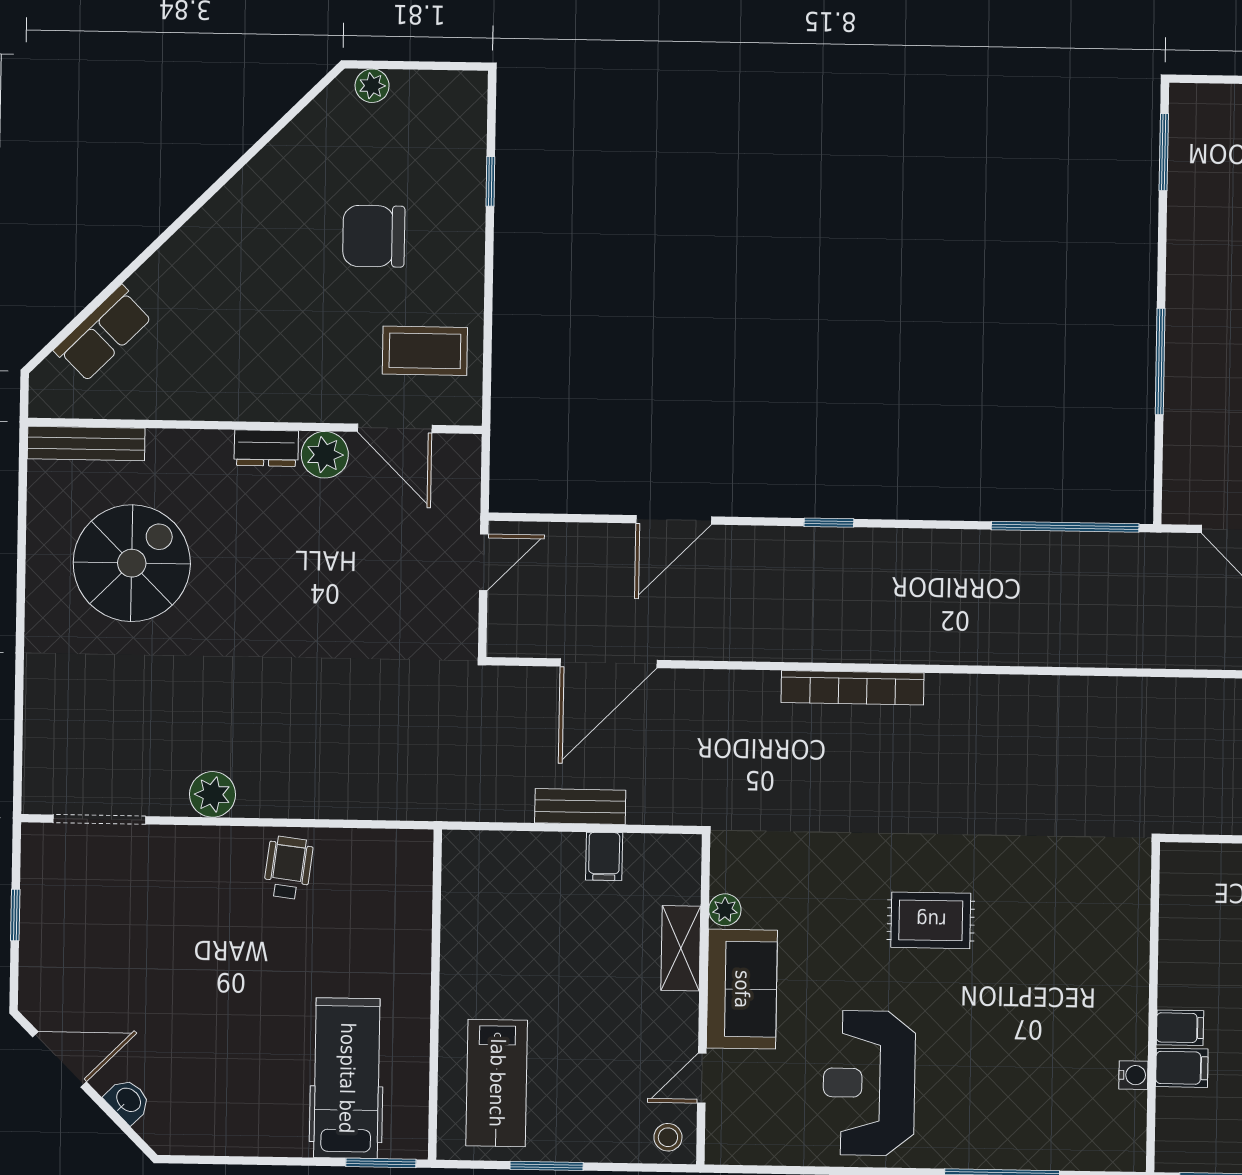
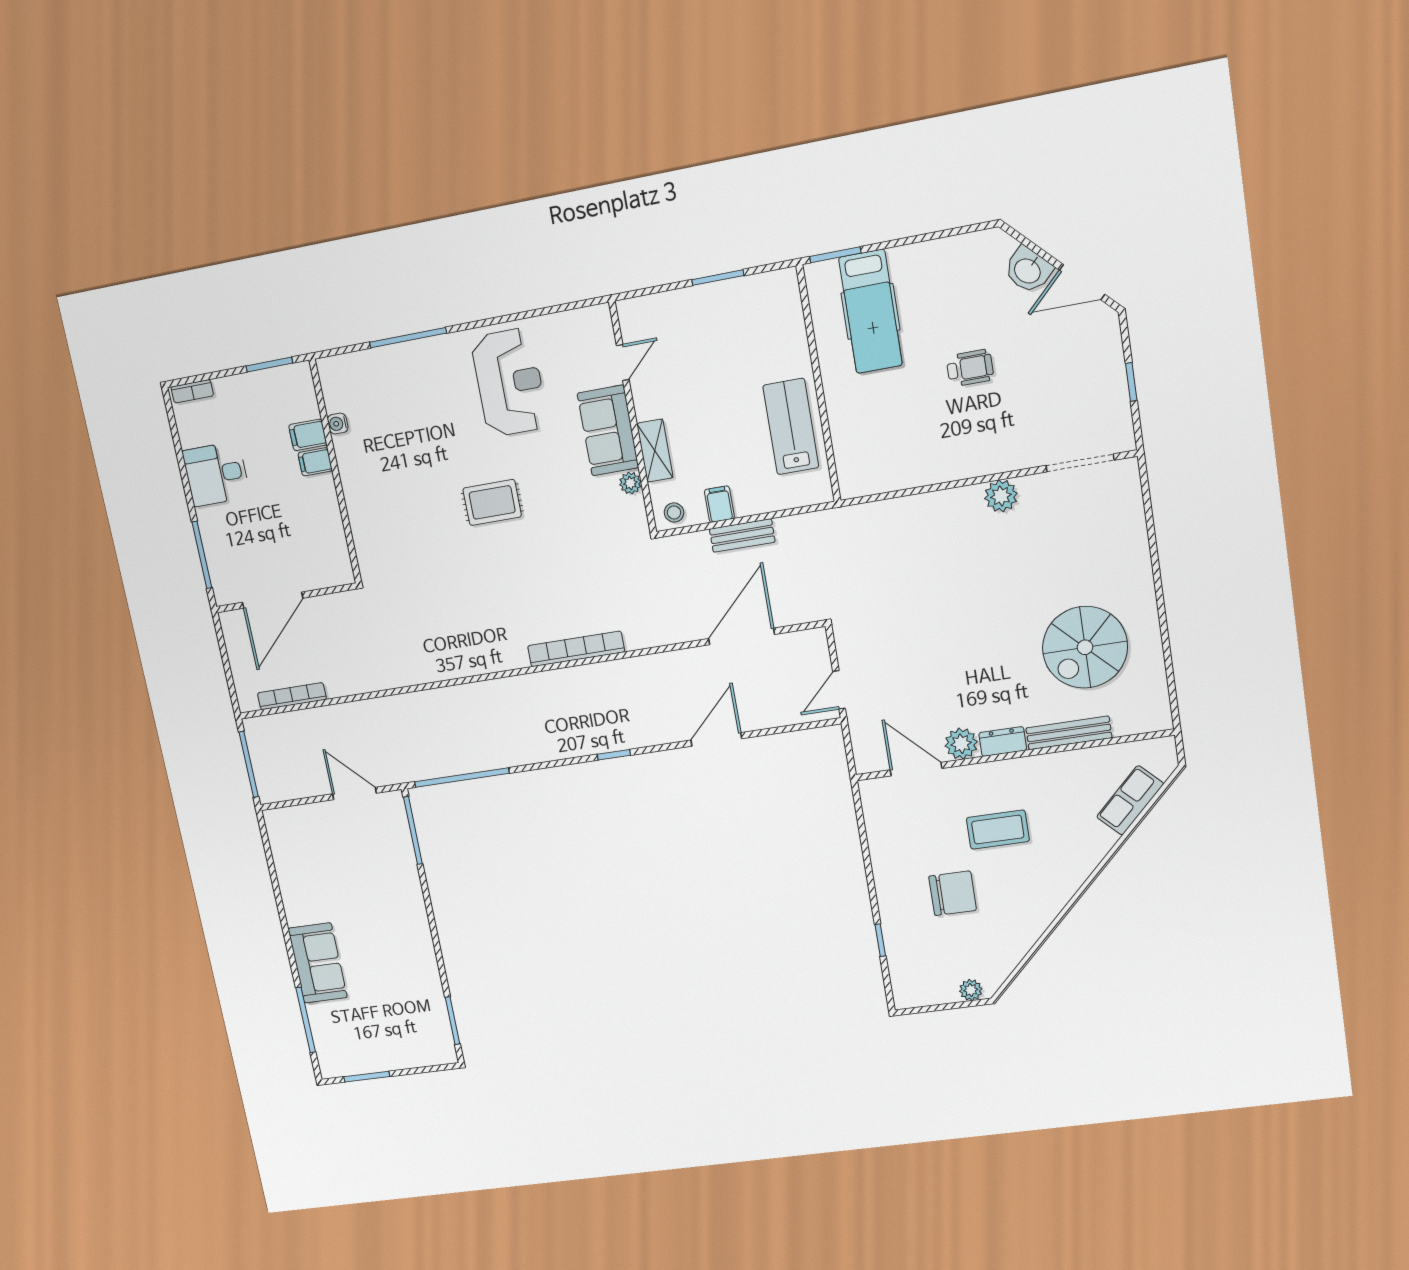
coffee table: (425, 351) -> (998, 830), moved
window: (1160, 362) -> (413, 830), moved
bench: (86, 443) -> (1069, 733), moved
wheelchair: (288, 868) -> (970, 368), moved, turned -97
lab bench: (497, 1083) -> (791, 427), moved
washbasin: (128, 1101) -> (1028, 270), width x1.38, depth x1.45
stool: (668, 1137) -> (674, 512), moved

